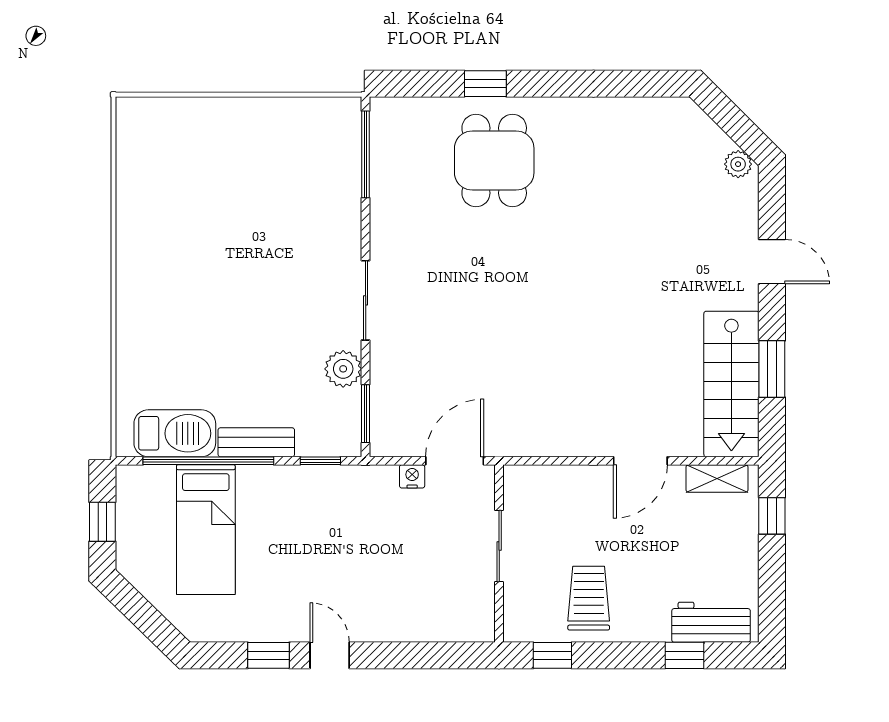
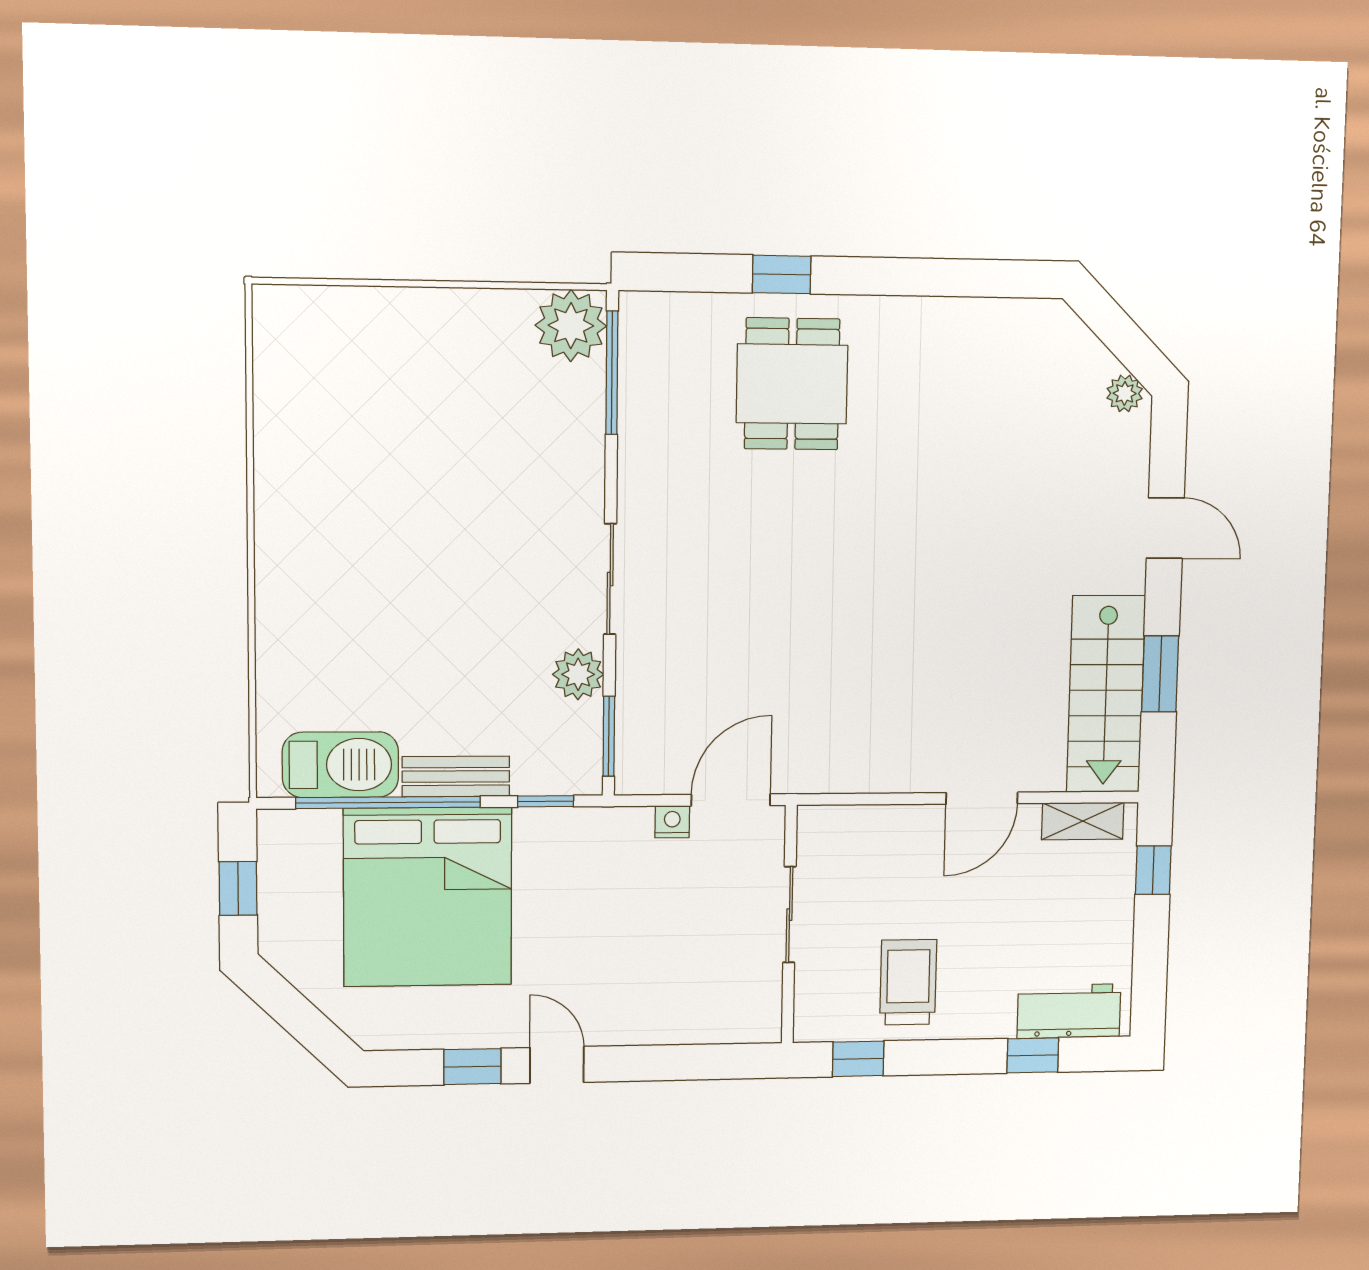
plant: (336, 122) -> (571, 326), added
bed: (206, 530) -> (428, 897), width x2.04

